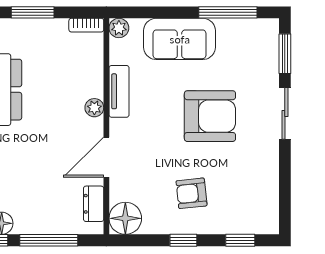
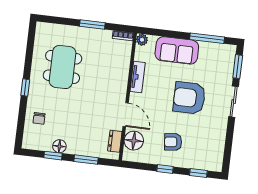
plant: (94, 108) -> (122, 85), removed
armchair: (210, 116) -> (189, 98), turned 180
door: (106, 157) -> (126, 115), swing flipped
floor lamp: (125, 218) -> (134, 141), moved
window: (49, 240) -> (86, 160), width x0.69

